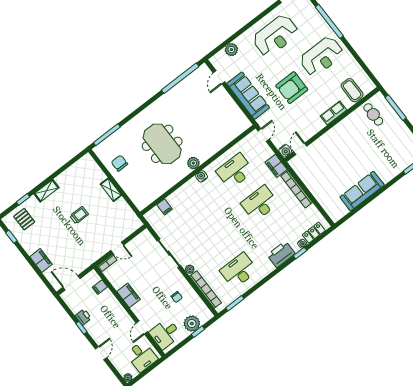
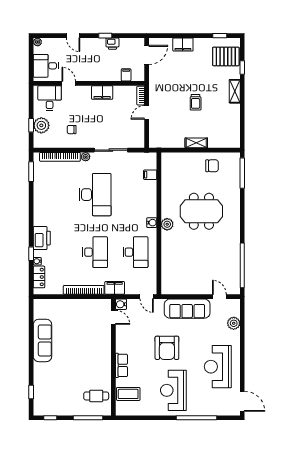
armchair: (292, 88) -> (167, 348), turned 180
pallet: (24, 219) -> (226, 56), width x1.50, depth x1.42
desk: (239, 271) -> (95, 195), moved, width x1.36, depth x1.30

